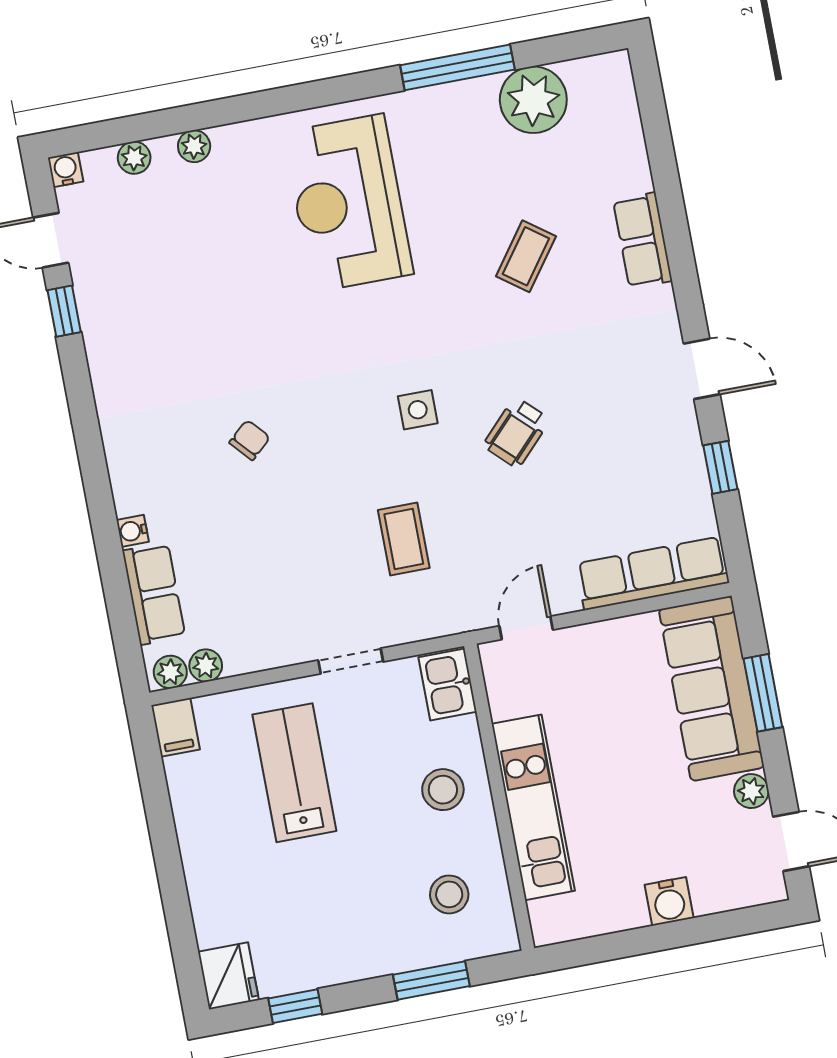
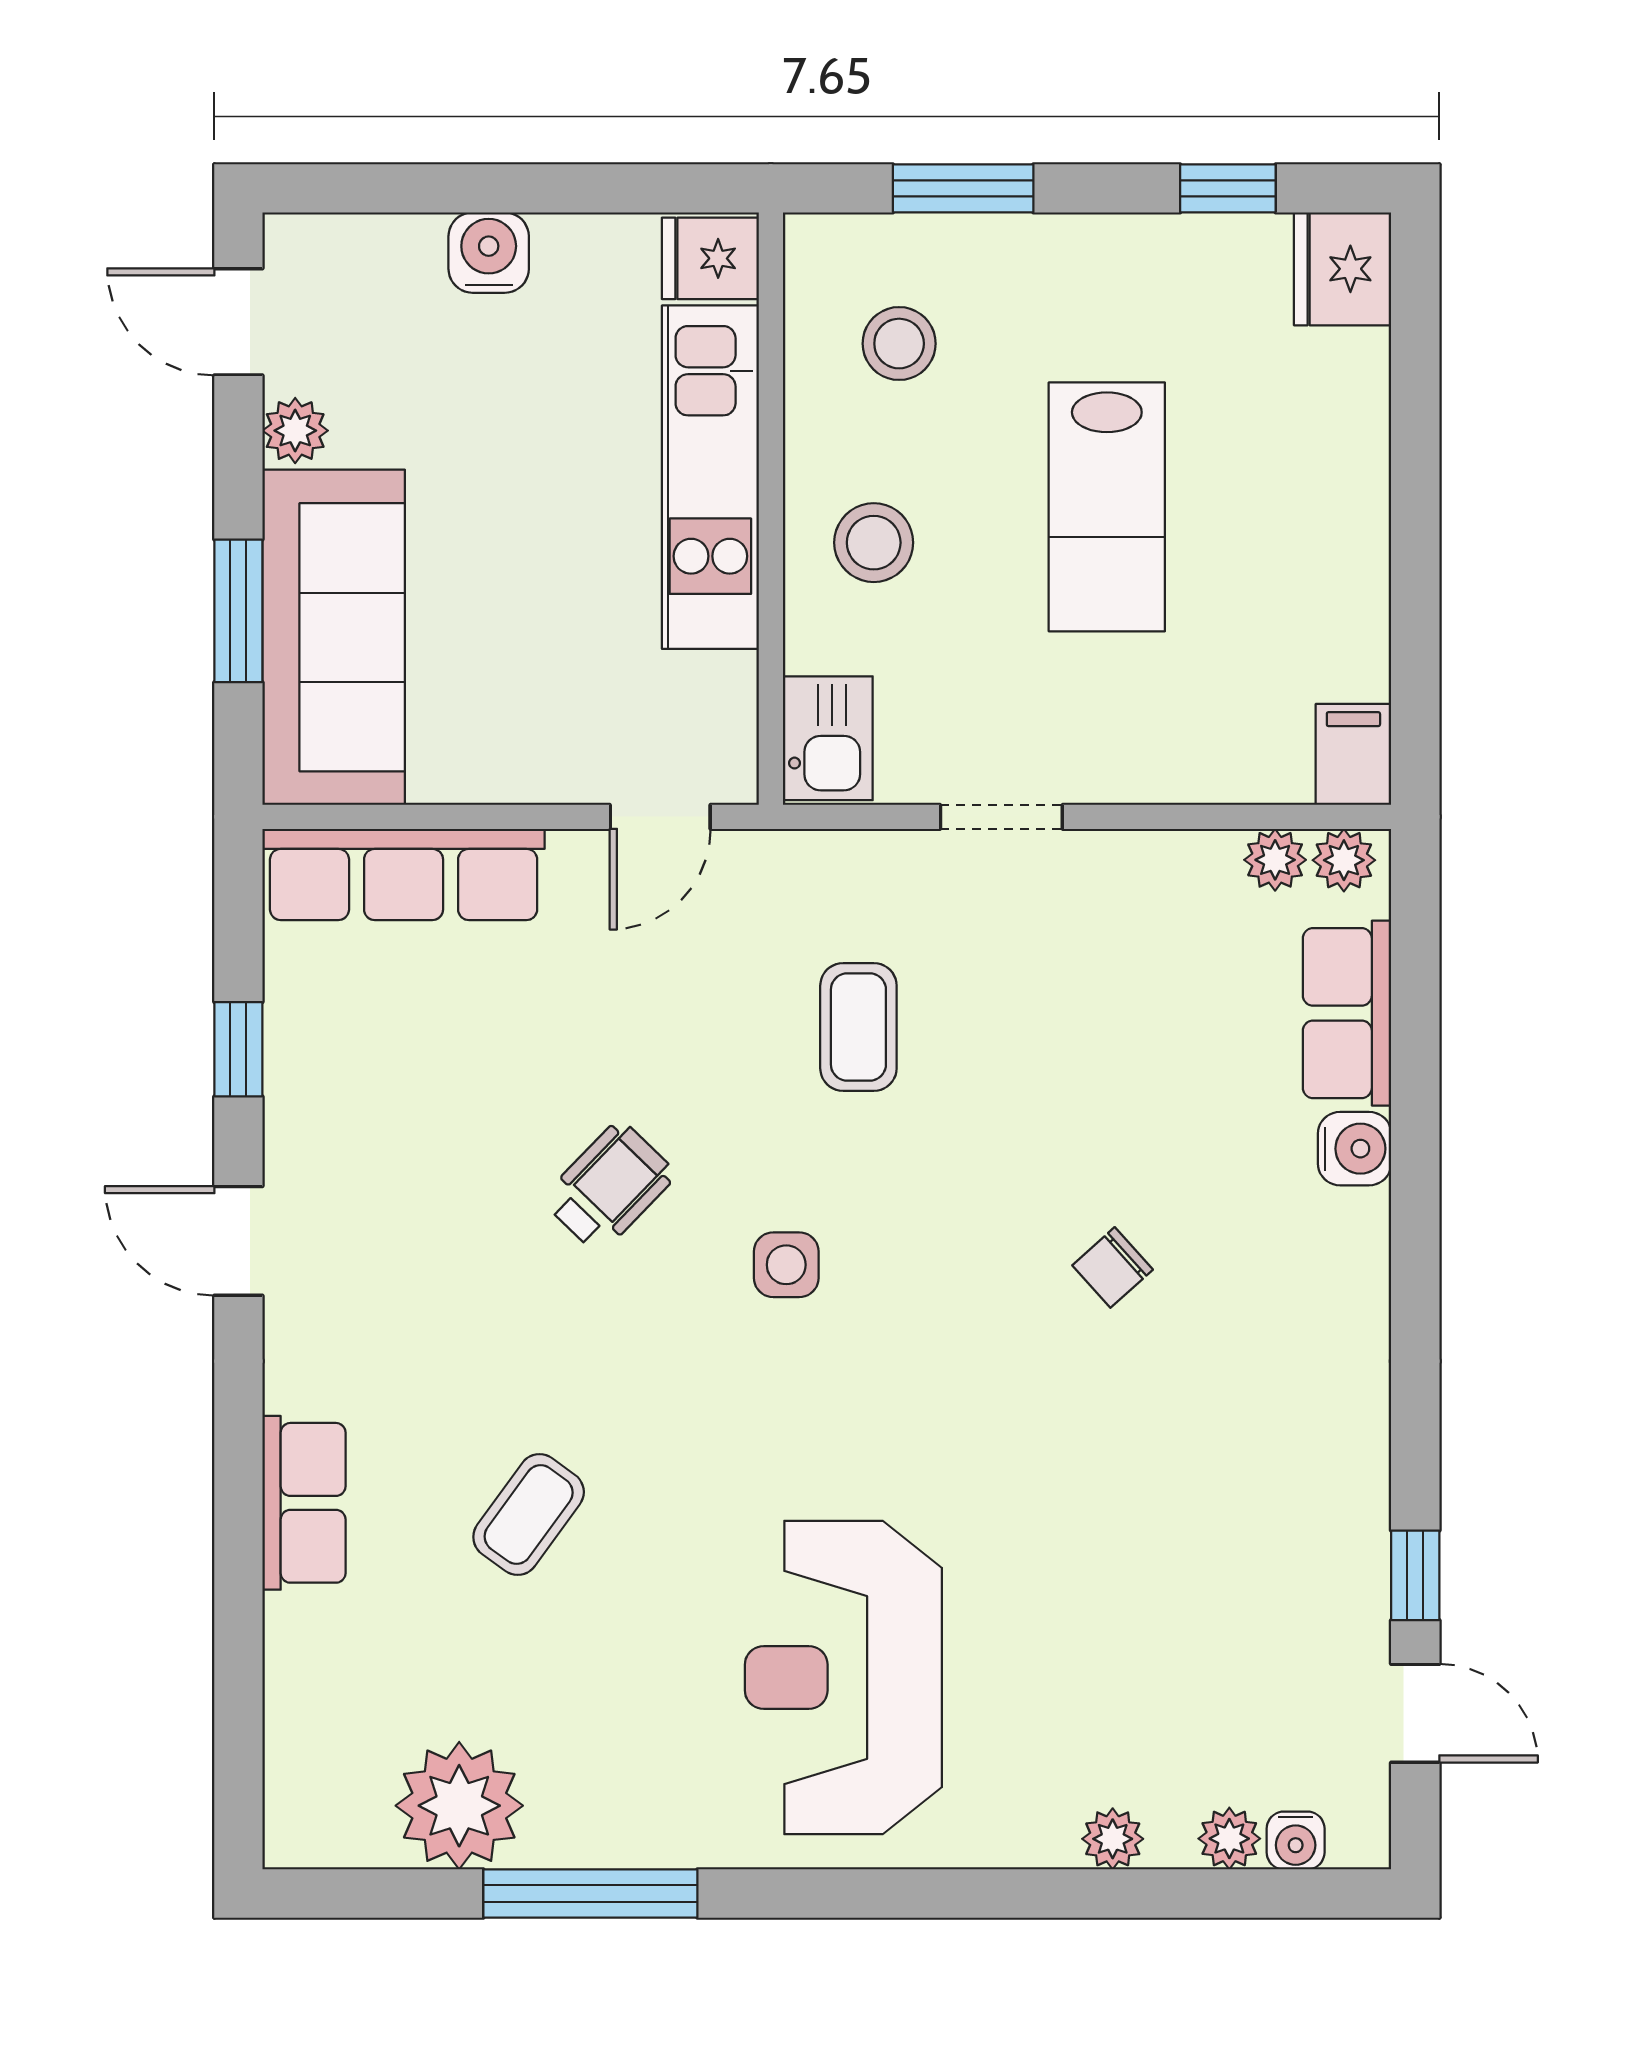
water cooler: (66, 170) -> (1296, 1841), moved
reception desk: (348, 203) -> (843, 1678), turned 180
water cooler: (133, 531) -> (1355, 1149), width x1.38, depth x1.38
lab bench: (294, 773) -> (1107, 507), moved
fridge: (555, 920) -> (710, 258), added

